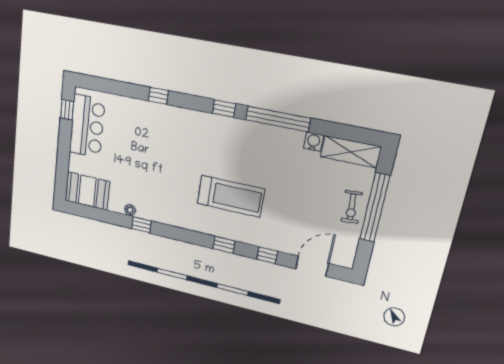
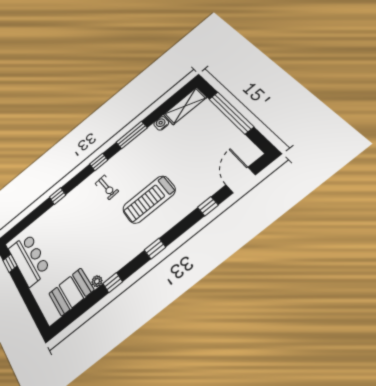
window: (278, 119) -> (132, 135), width x0.68
booth: (87, 191) -> (71, 292), moved
treadmill: (231, 196) -> (149, 200), turned 180
exercise bike: (352, 207) -> (107, 187), moved
window: (224, 245) -> (155, 249), moved

